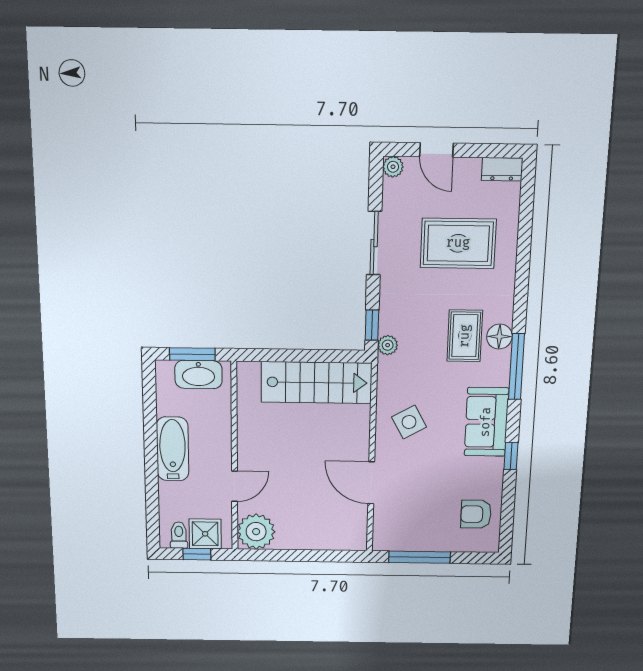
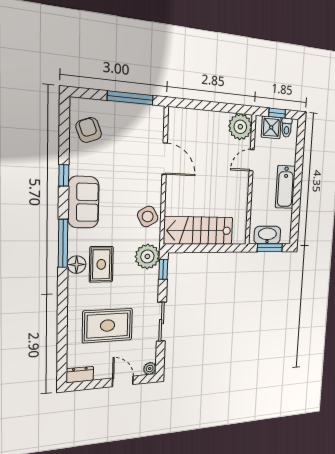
plant: (388, 345) -> (147, 256), width x1.88, depth x1.88
side table: (409, 422) -> (148, 216), moved
armchair: (476, 514) -> (89, 130), turned -111

